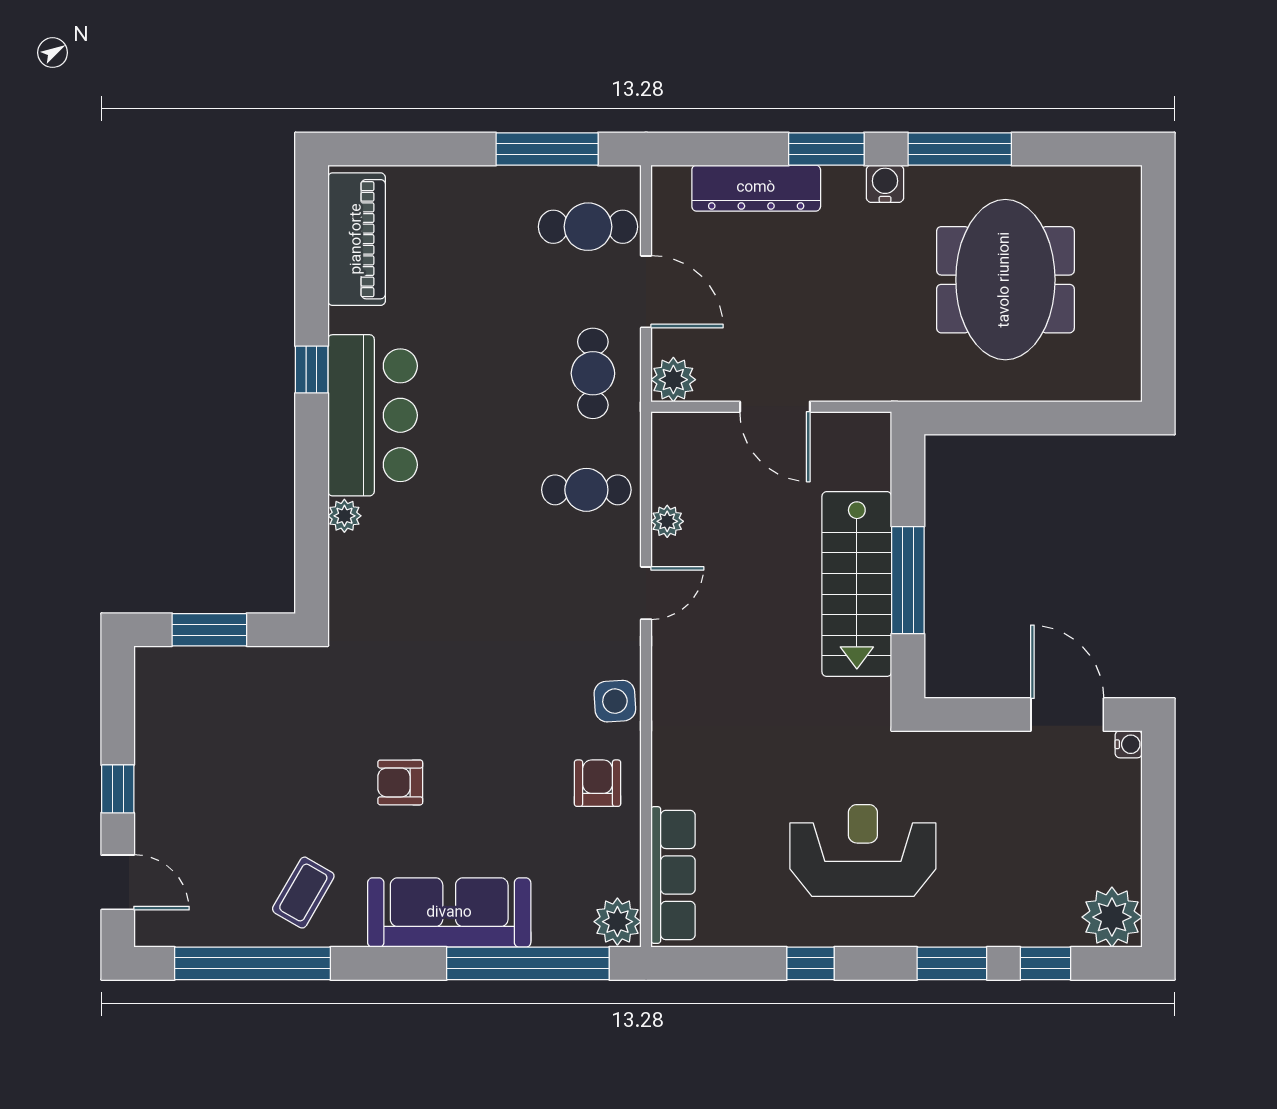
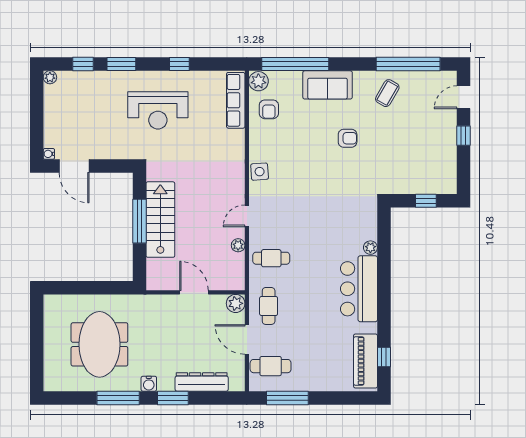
window: (312, 370) -> (384, 357), moved
window: (209, 630) -> (426, 201), width x0.67
armchair: (598, 783) -> (269, 109), moved
door: (118, 882) -> (463, 97), hinge flipped
sofa: (449, 913) -> (328, 85), width x0.73
plant: (1112, 917) -> (50, 77), width x0.53, depth x0.53

